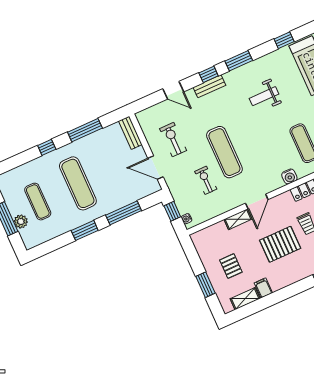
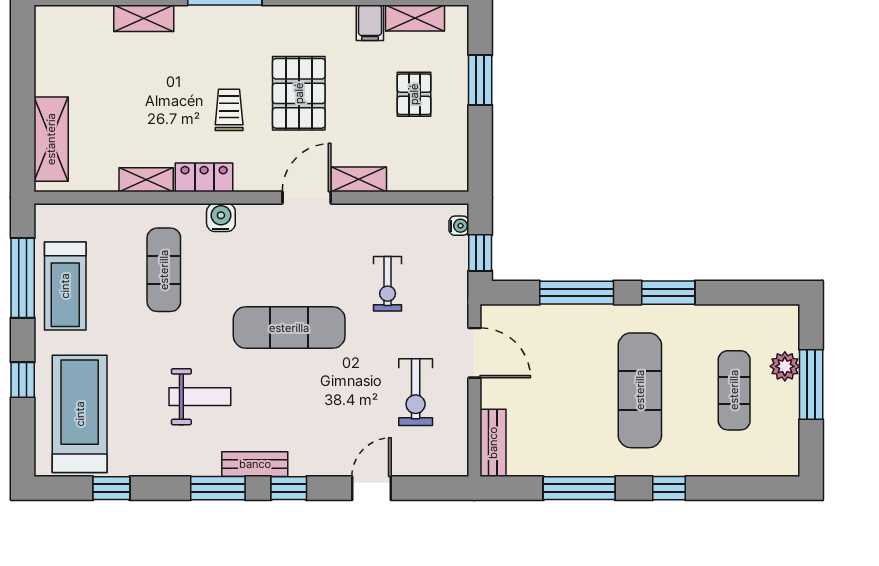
bench: (209, 86) -> (255, 464), moved
door: (173, 90) -> (372, 488), hinge flipped
exercise mat: (224, 152) -> (289, 328), moved, turned 90
pallet: (280, 244) -> (299, 93), turned 90

